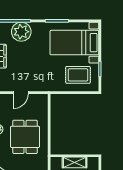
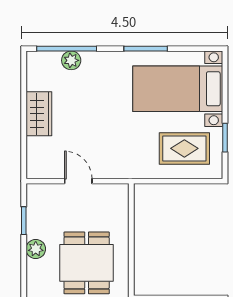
plant: (21, 32) -> (71, 60), width x0.53, depth x0.53
door: (21, 93) -> (78, 181), swing flipped

